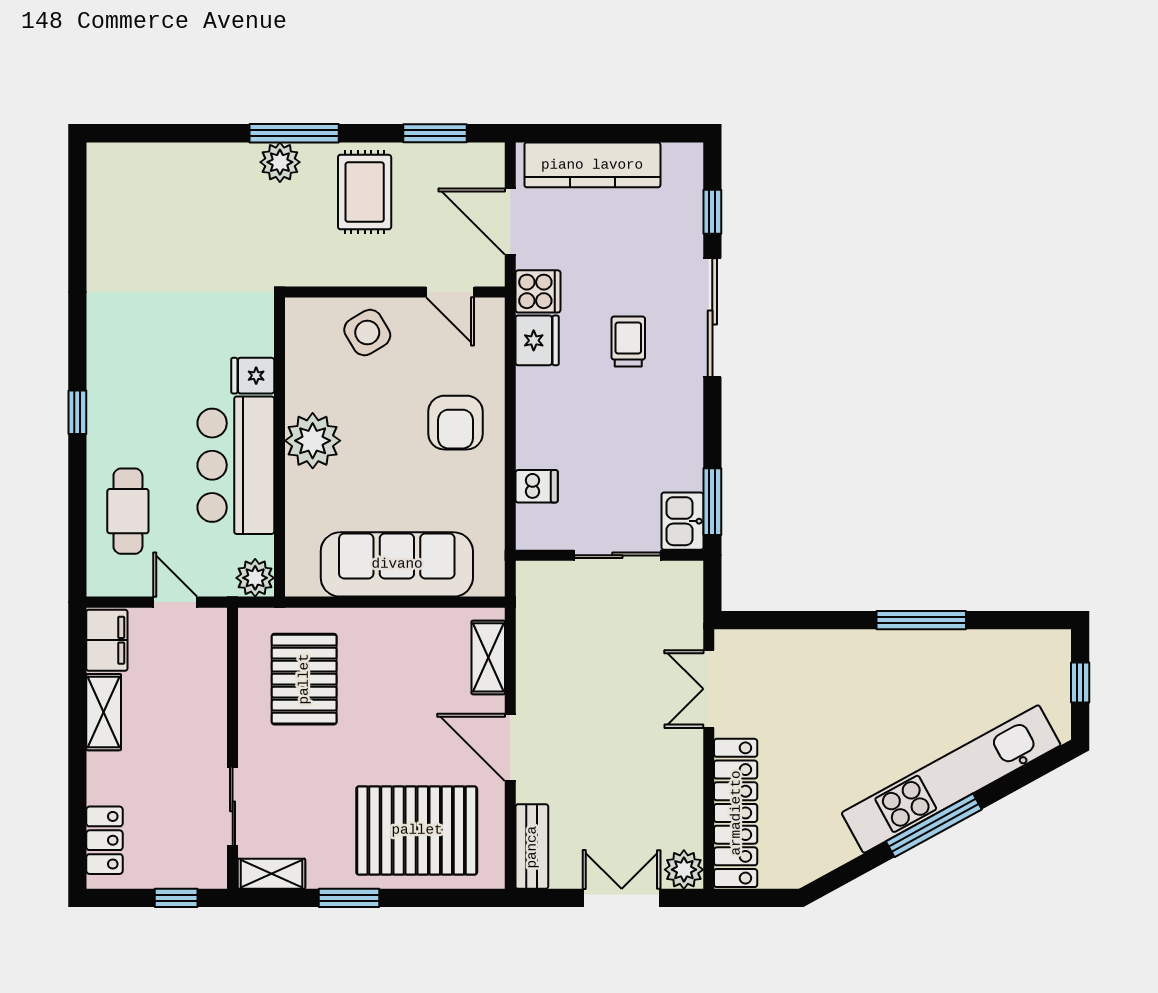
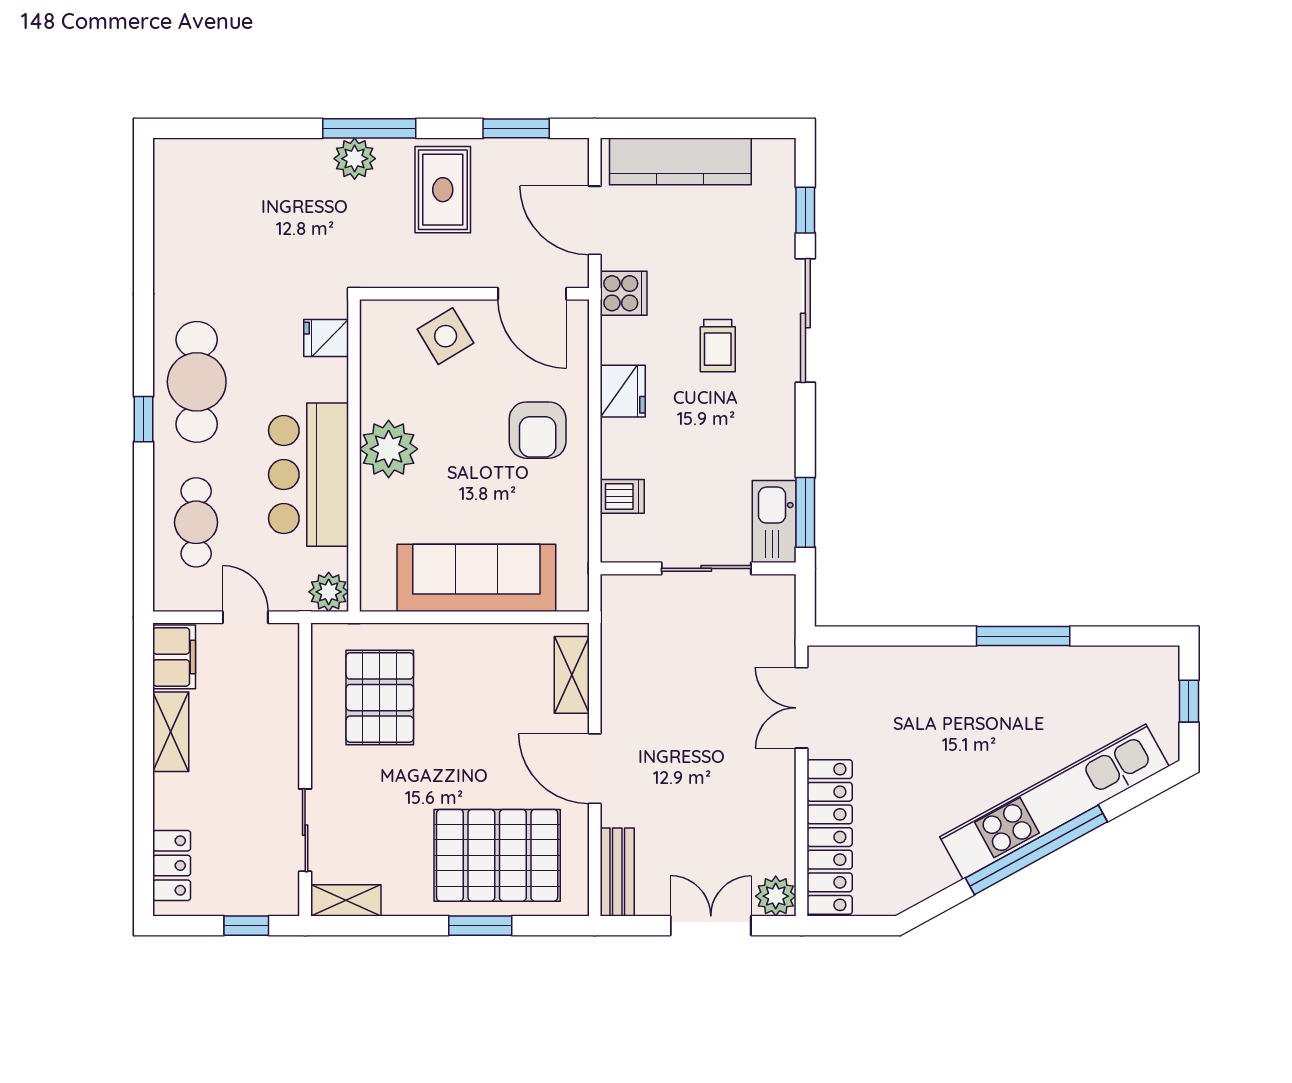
door: (450, 292) -> (532, 294), width x1.38
fridge: (537, 340) -> (623, 391), moved
trolley: (628, 342) -> (718, 346), turned 180
cafe table: (129, 376) -> (197, 382), added
fridge: (253, 376) -> (326, 338), moved
kitchen sink: (682, 521) -> (774, 522), width x1.38
window: (934, 825) -> (1036, 850), width x1.46
window: (349, 898) -> (480, 926), moved

